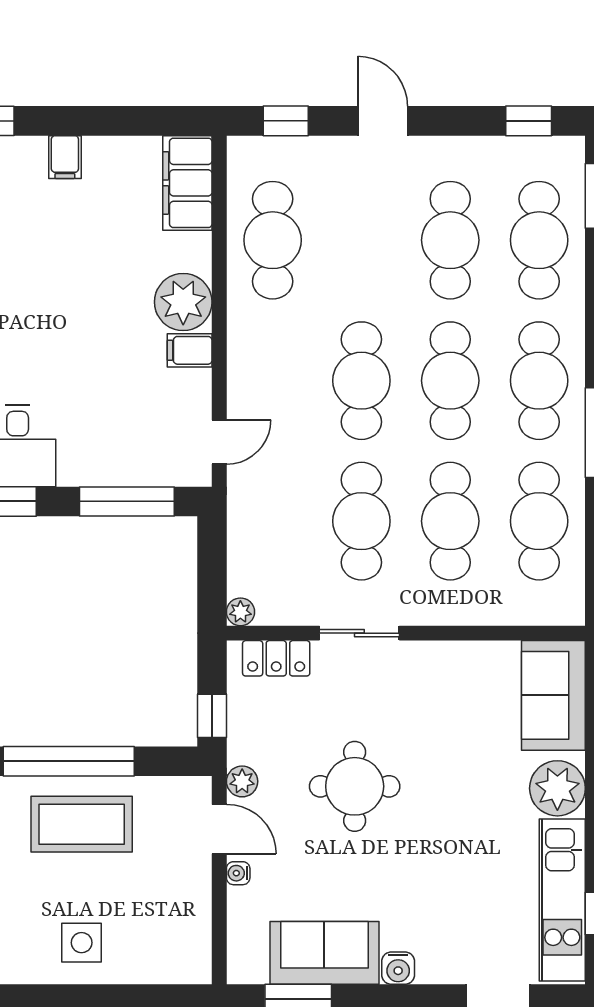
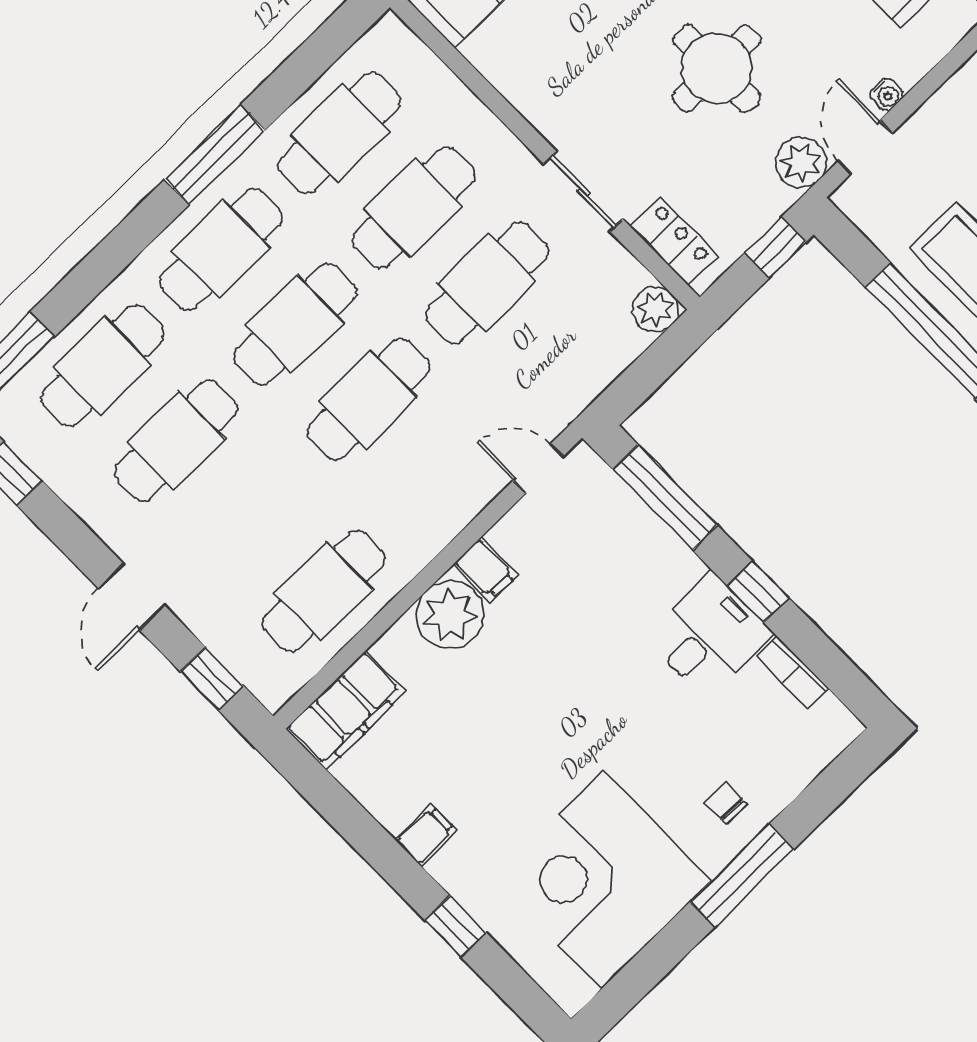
plant: (240, 612) -> (655, 309), width x1.38, depth x1.38
plant: (242, 781) -> (801, 163), width x1.38, depth x1.38

